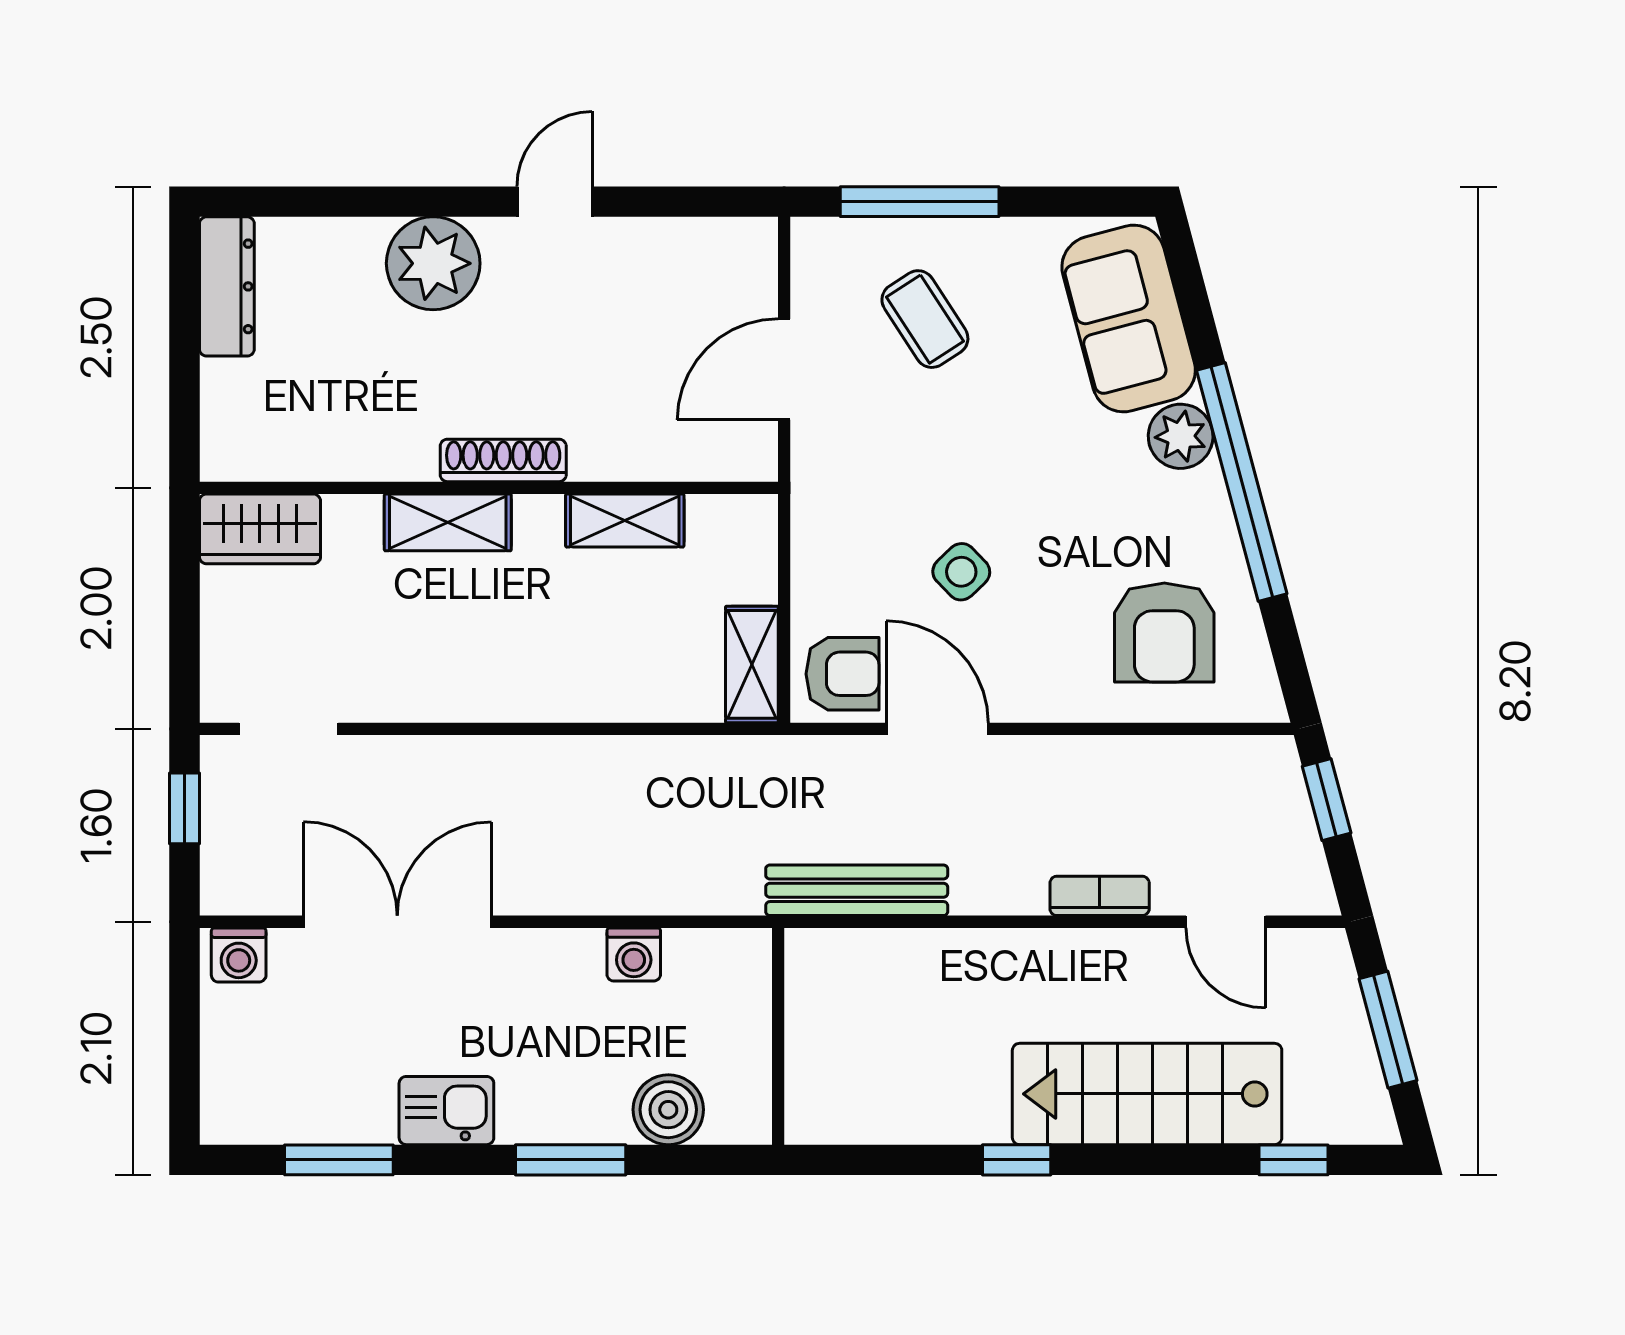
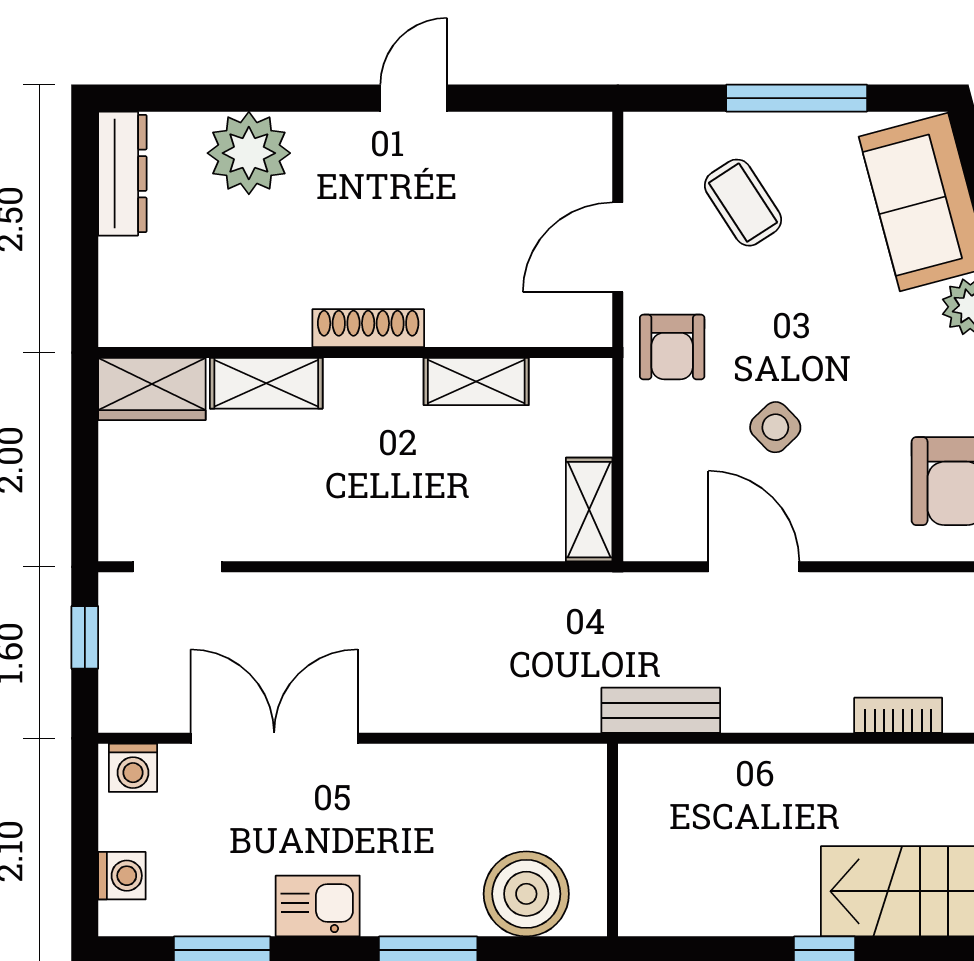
window: (920, 202) -> (797, 98), moved
plant: (433, 263) -> (249, 153), moved
shelving: (448, 522) -> (266, 383), moved
armchair: (843, 674) -> (672, 347), moved, turned 90
bench: (857, 890) -> (661, 710), width x0.73
washing machine: (634, 955) -> (122, 876), moved, turned -90
boiler: (668, 1110) -> (526, 894), width x1.37, depth x1.37

